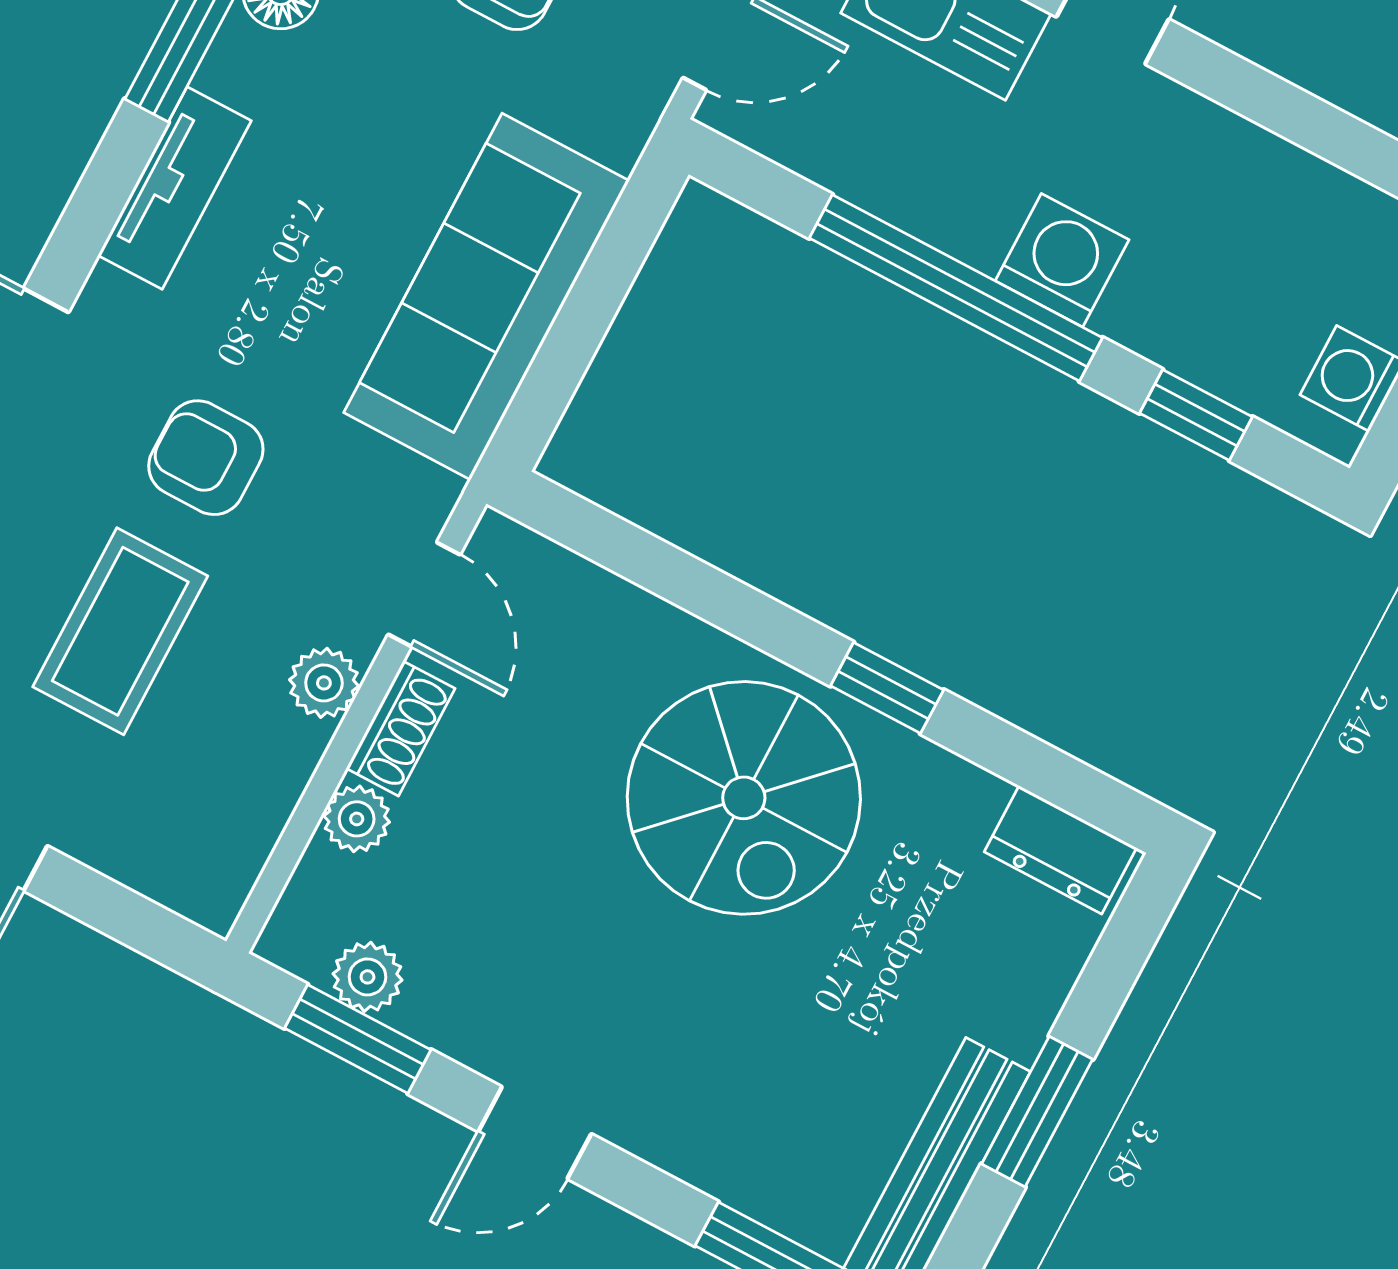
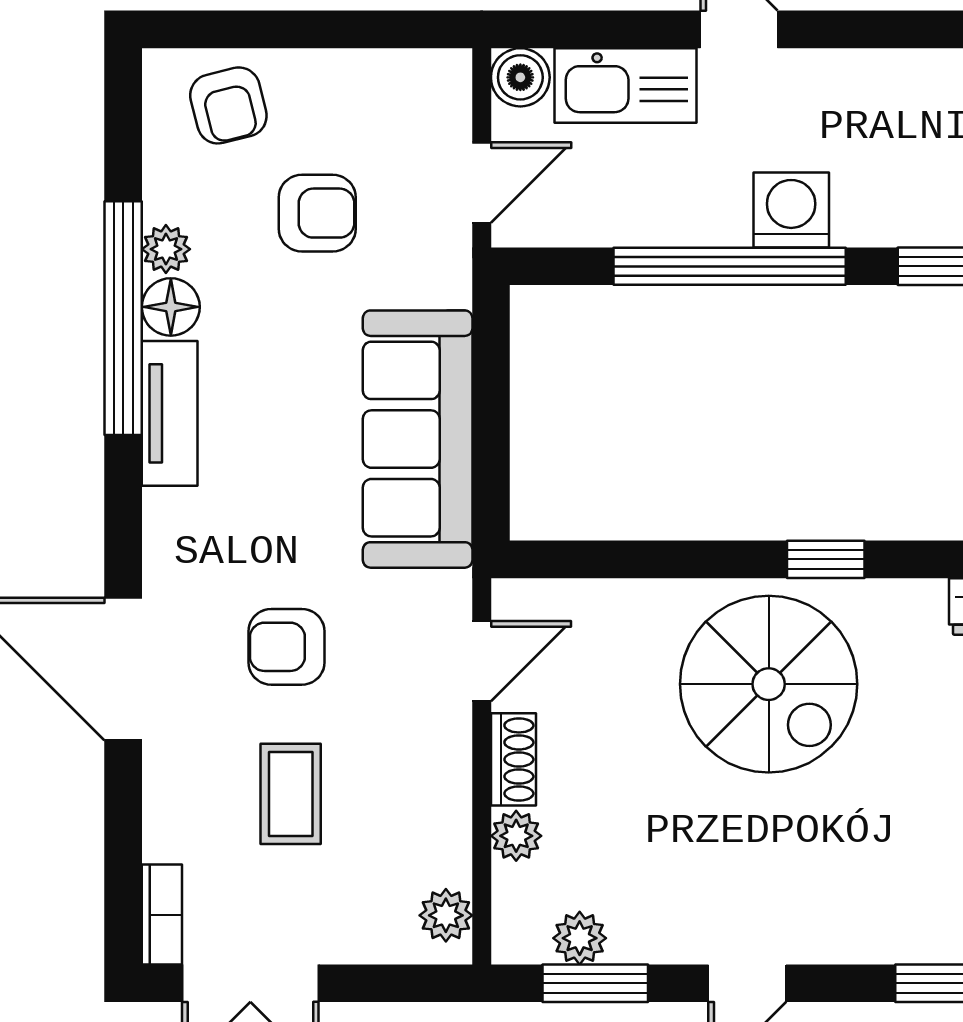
tv unit: (175, 188) -> (170, 413), moved
door: (424, 594) -> (482, 661), hinge flipped
coffee table: (120, 631) -> (291, 794), width x0.73, depth x0.77
plant: (324, 683) -> (446, 915), moved

